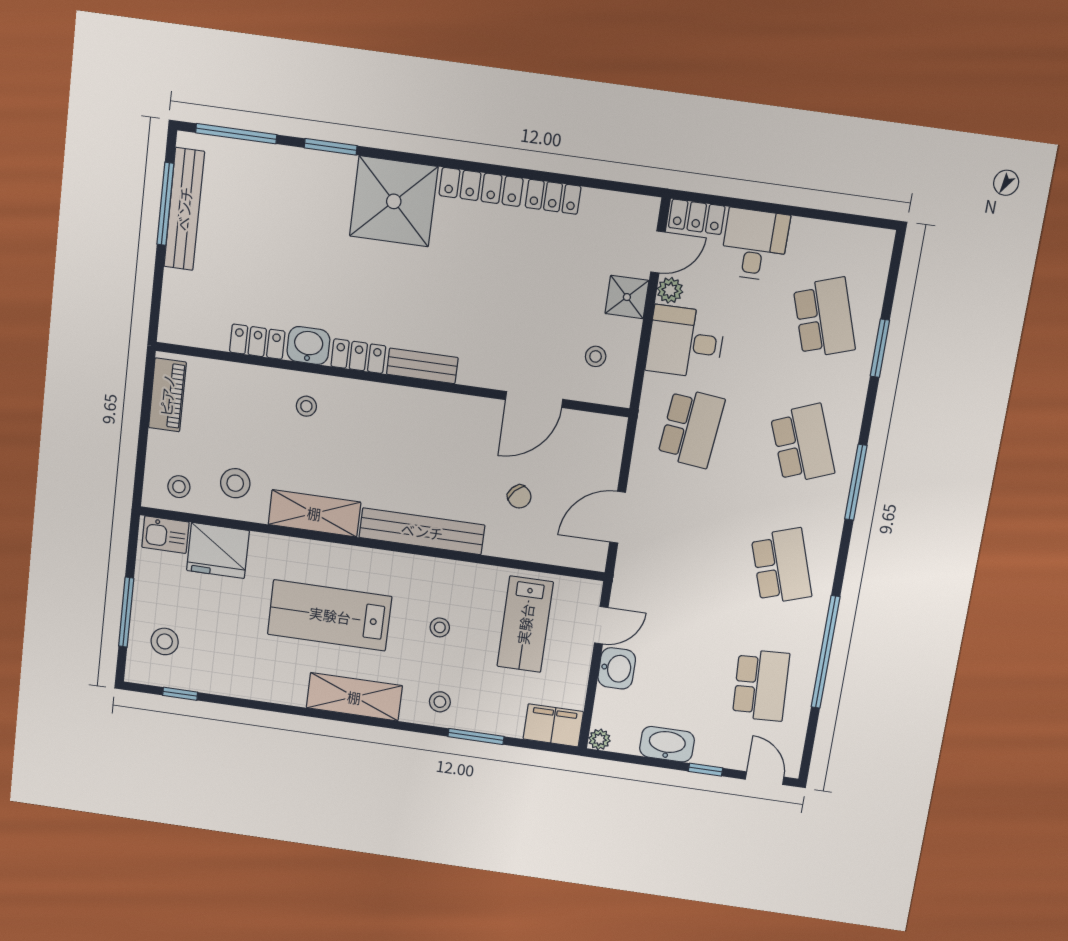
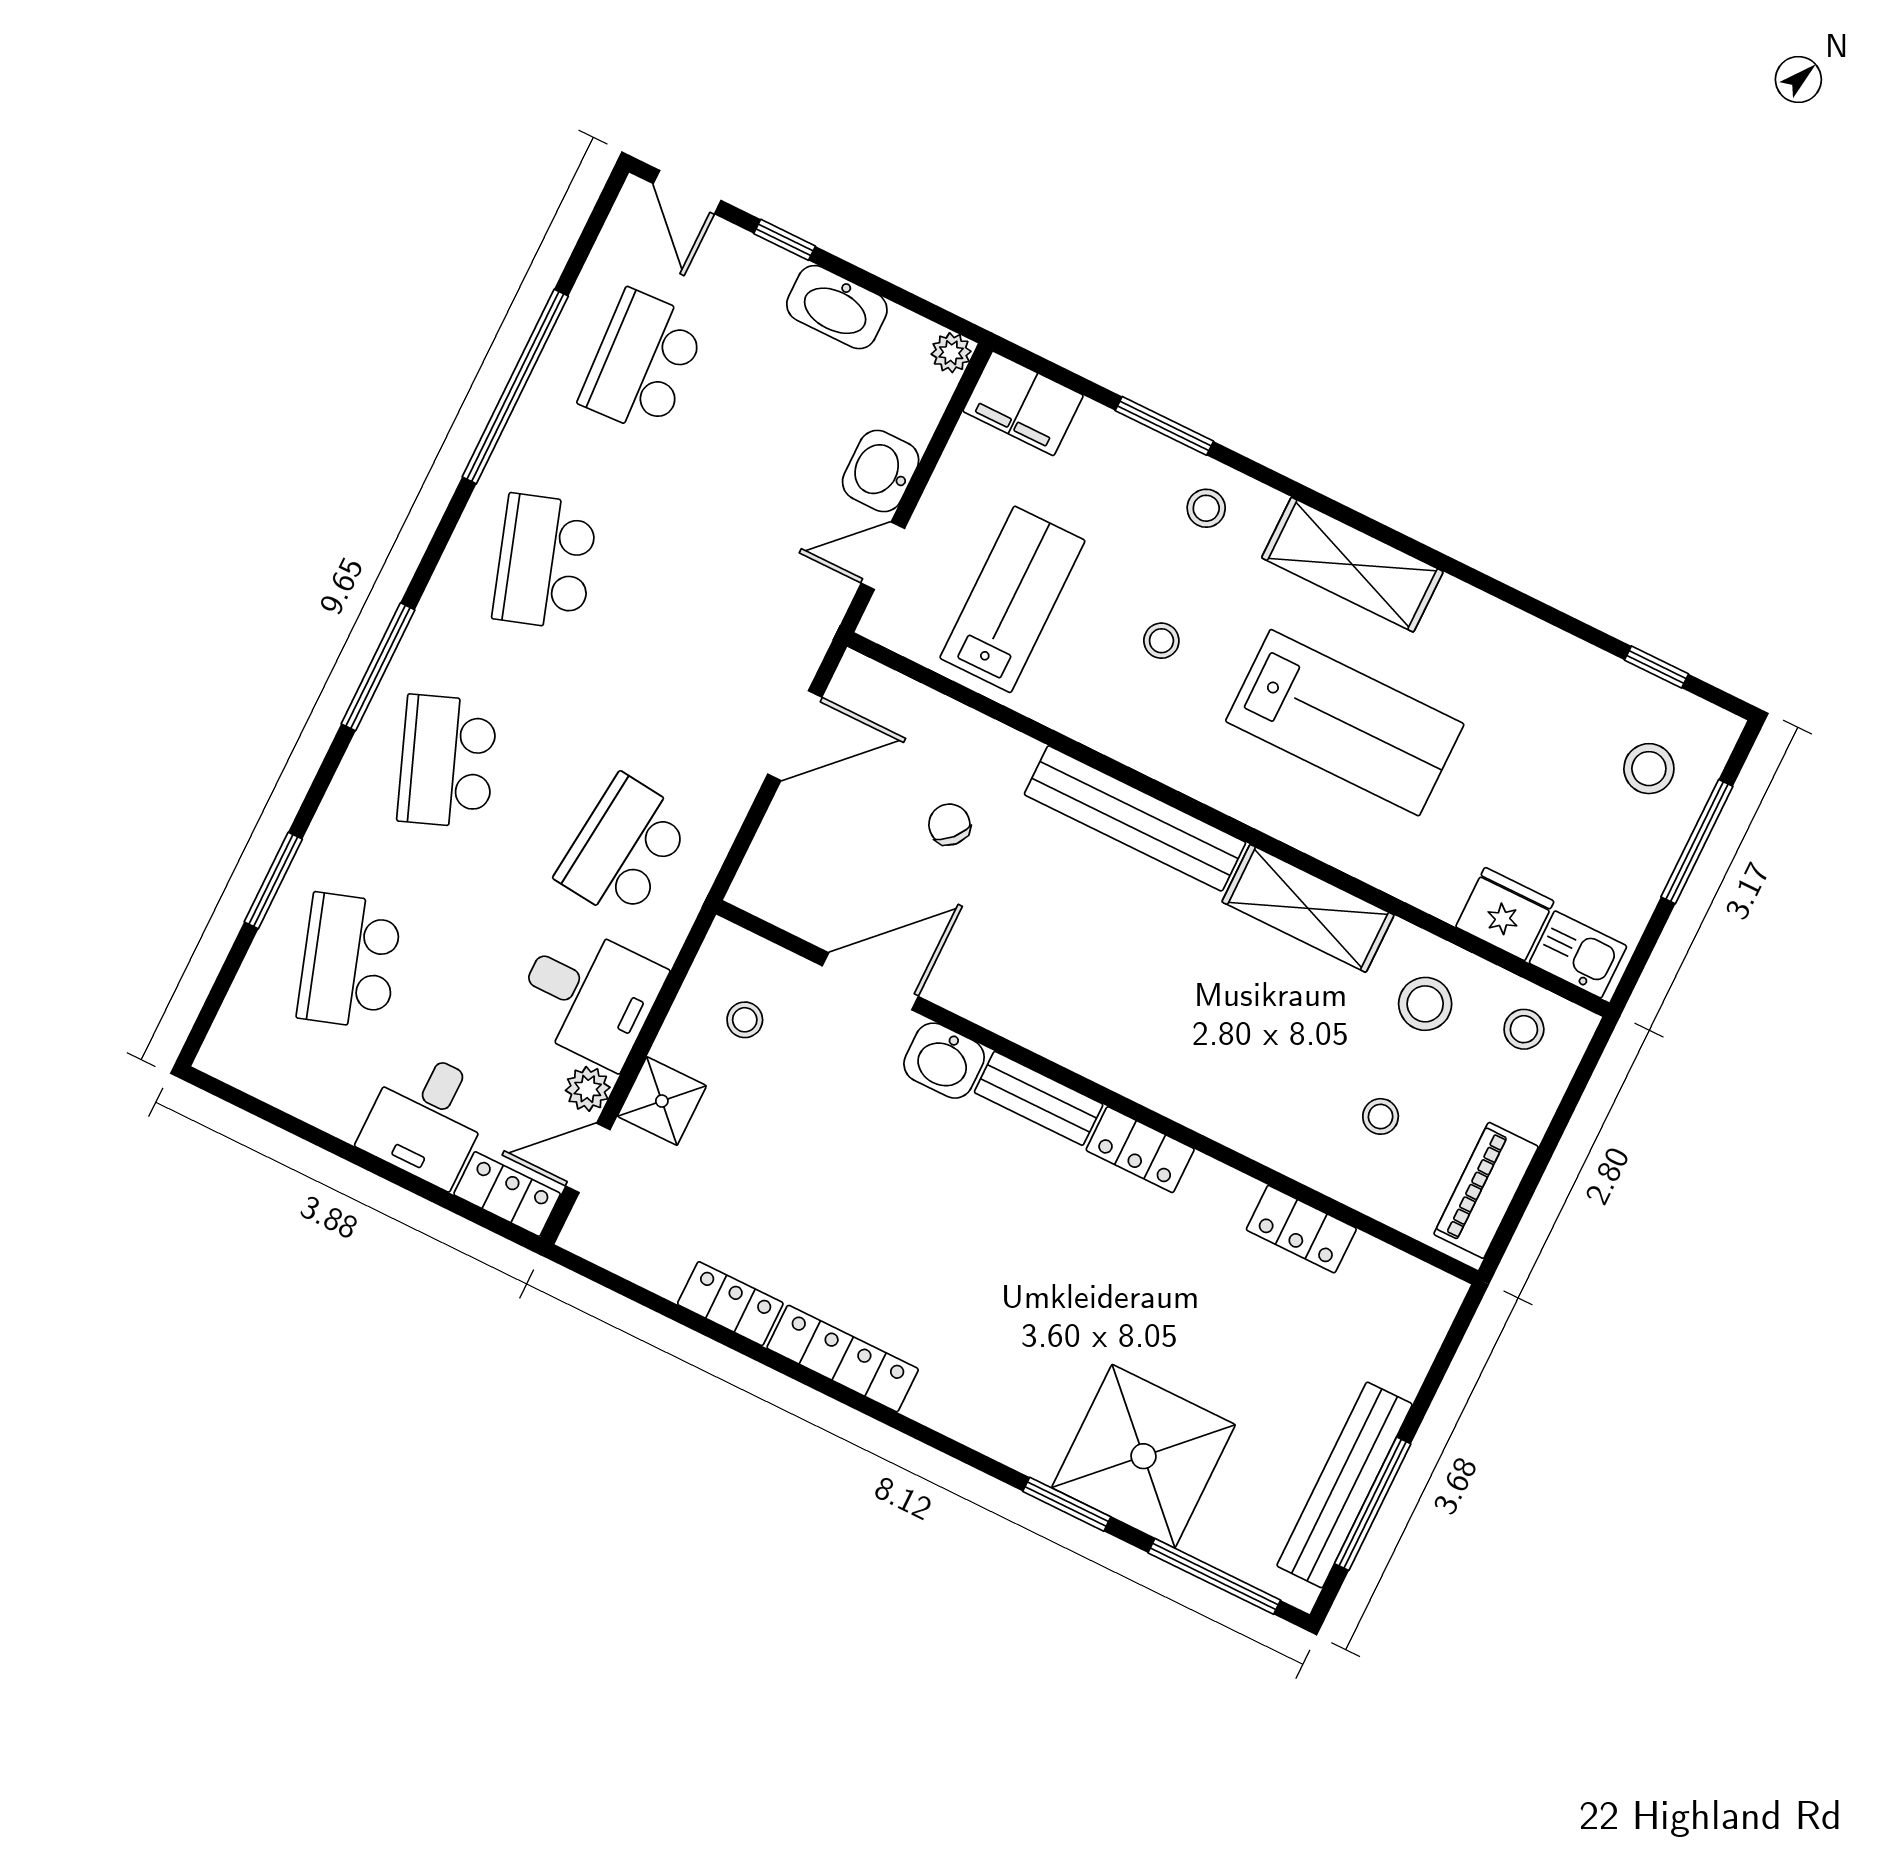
shower: (394, 201) -> (1144, 1456), moved
washbasin: (308, 346) -> (944, 1061), moved
stool: (306, 406) -> (1381, 1116), moved
fridge: (218, 551) -> (1505, 914), width x0.73, depth x0.75

